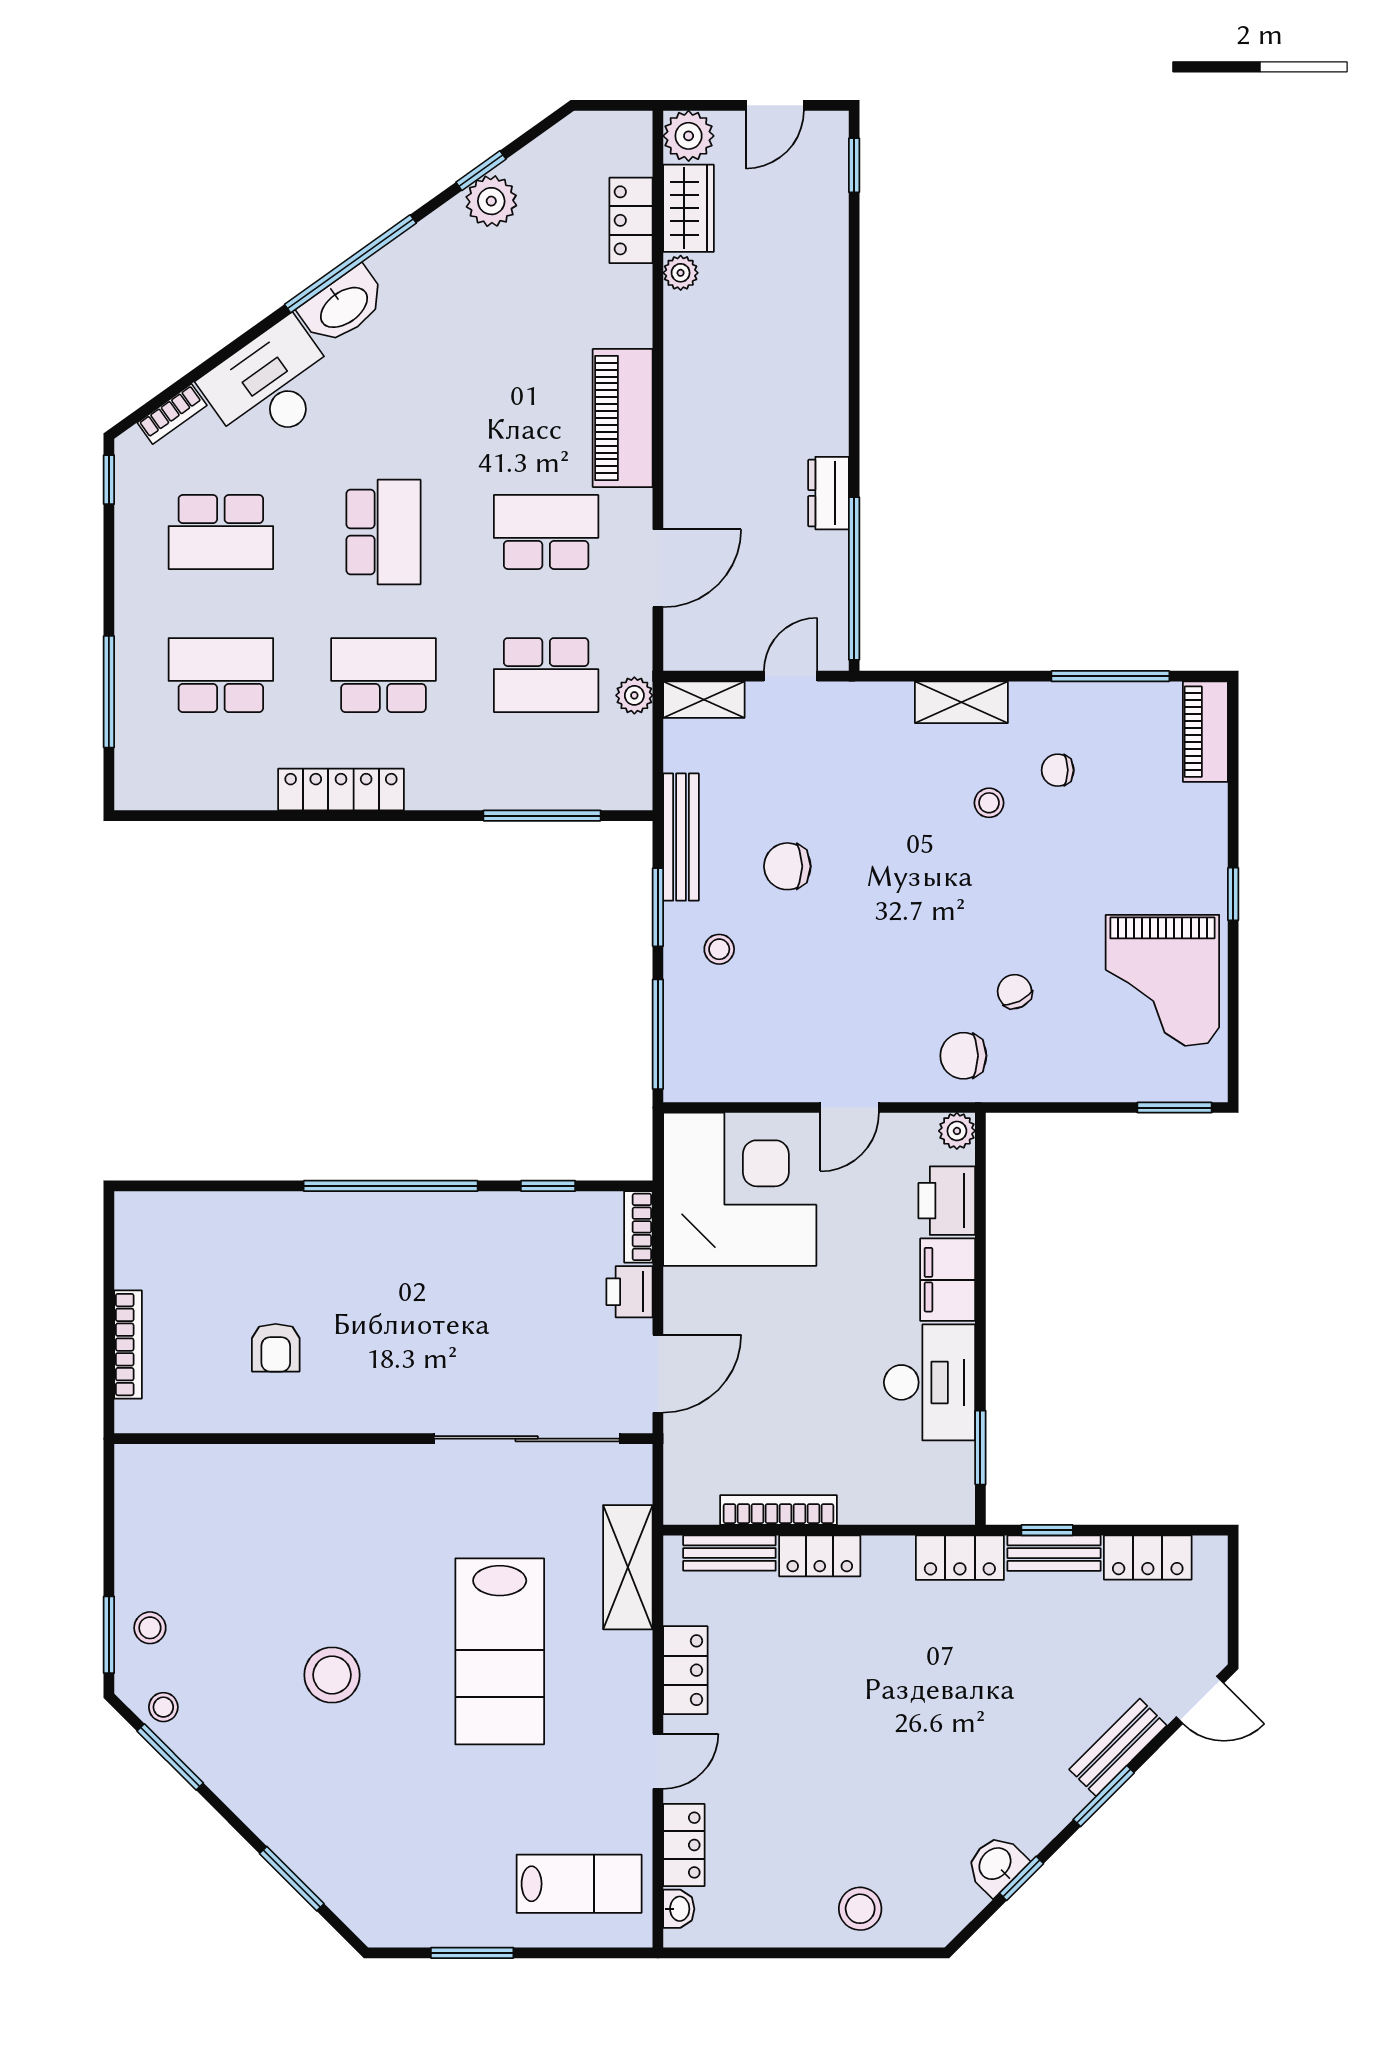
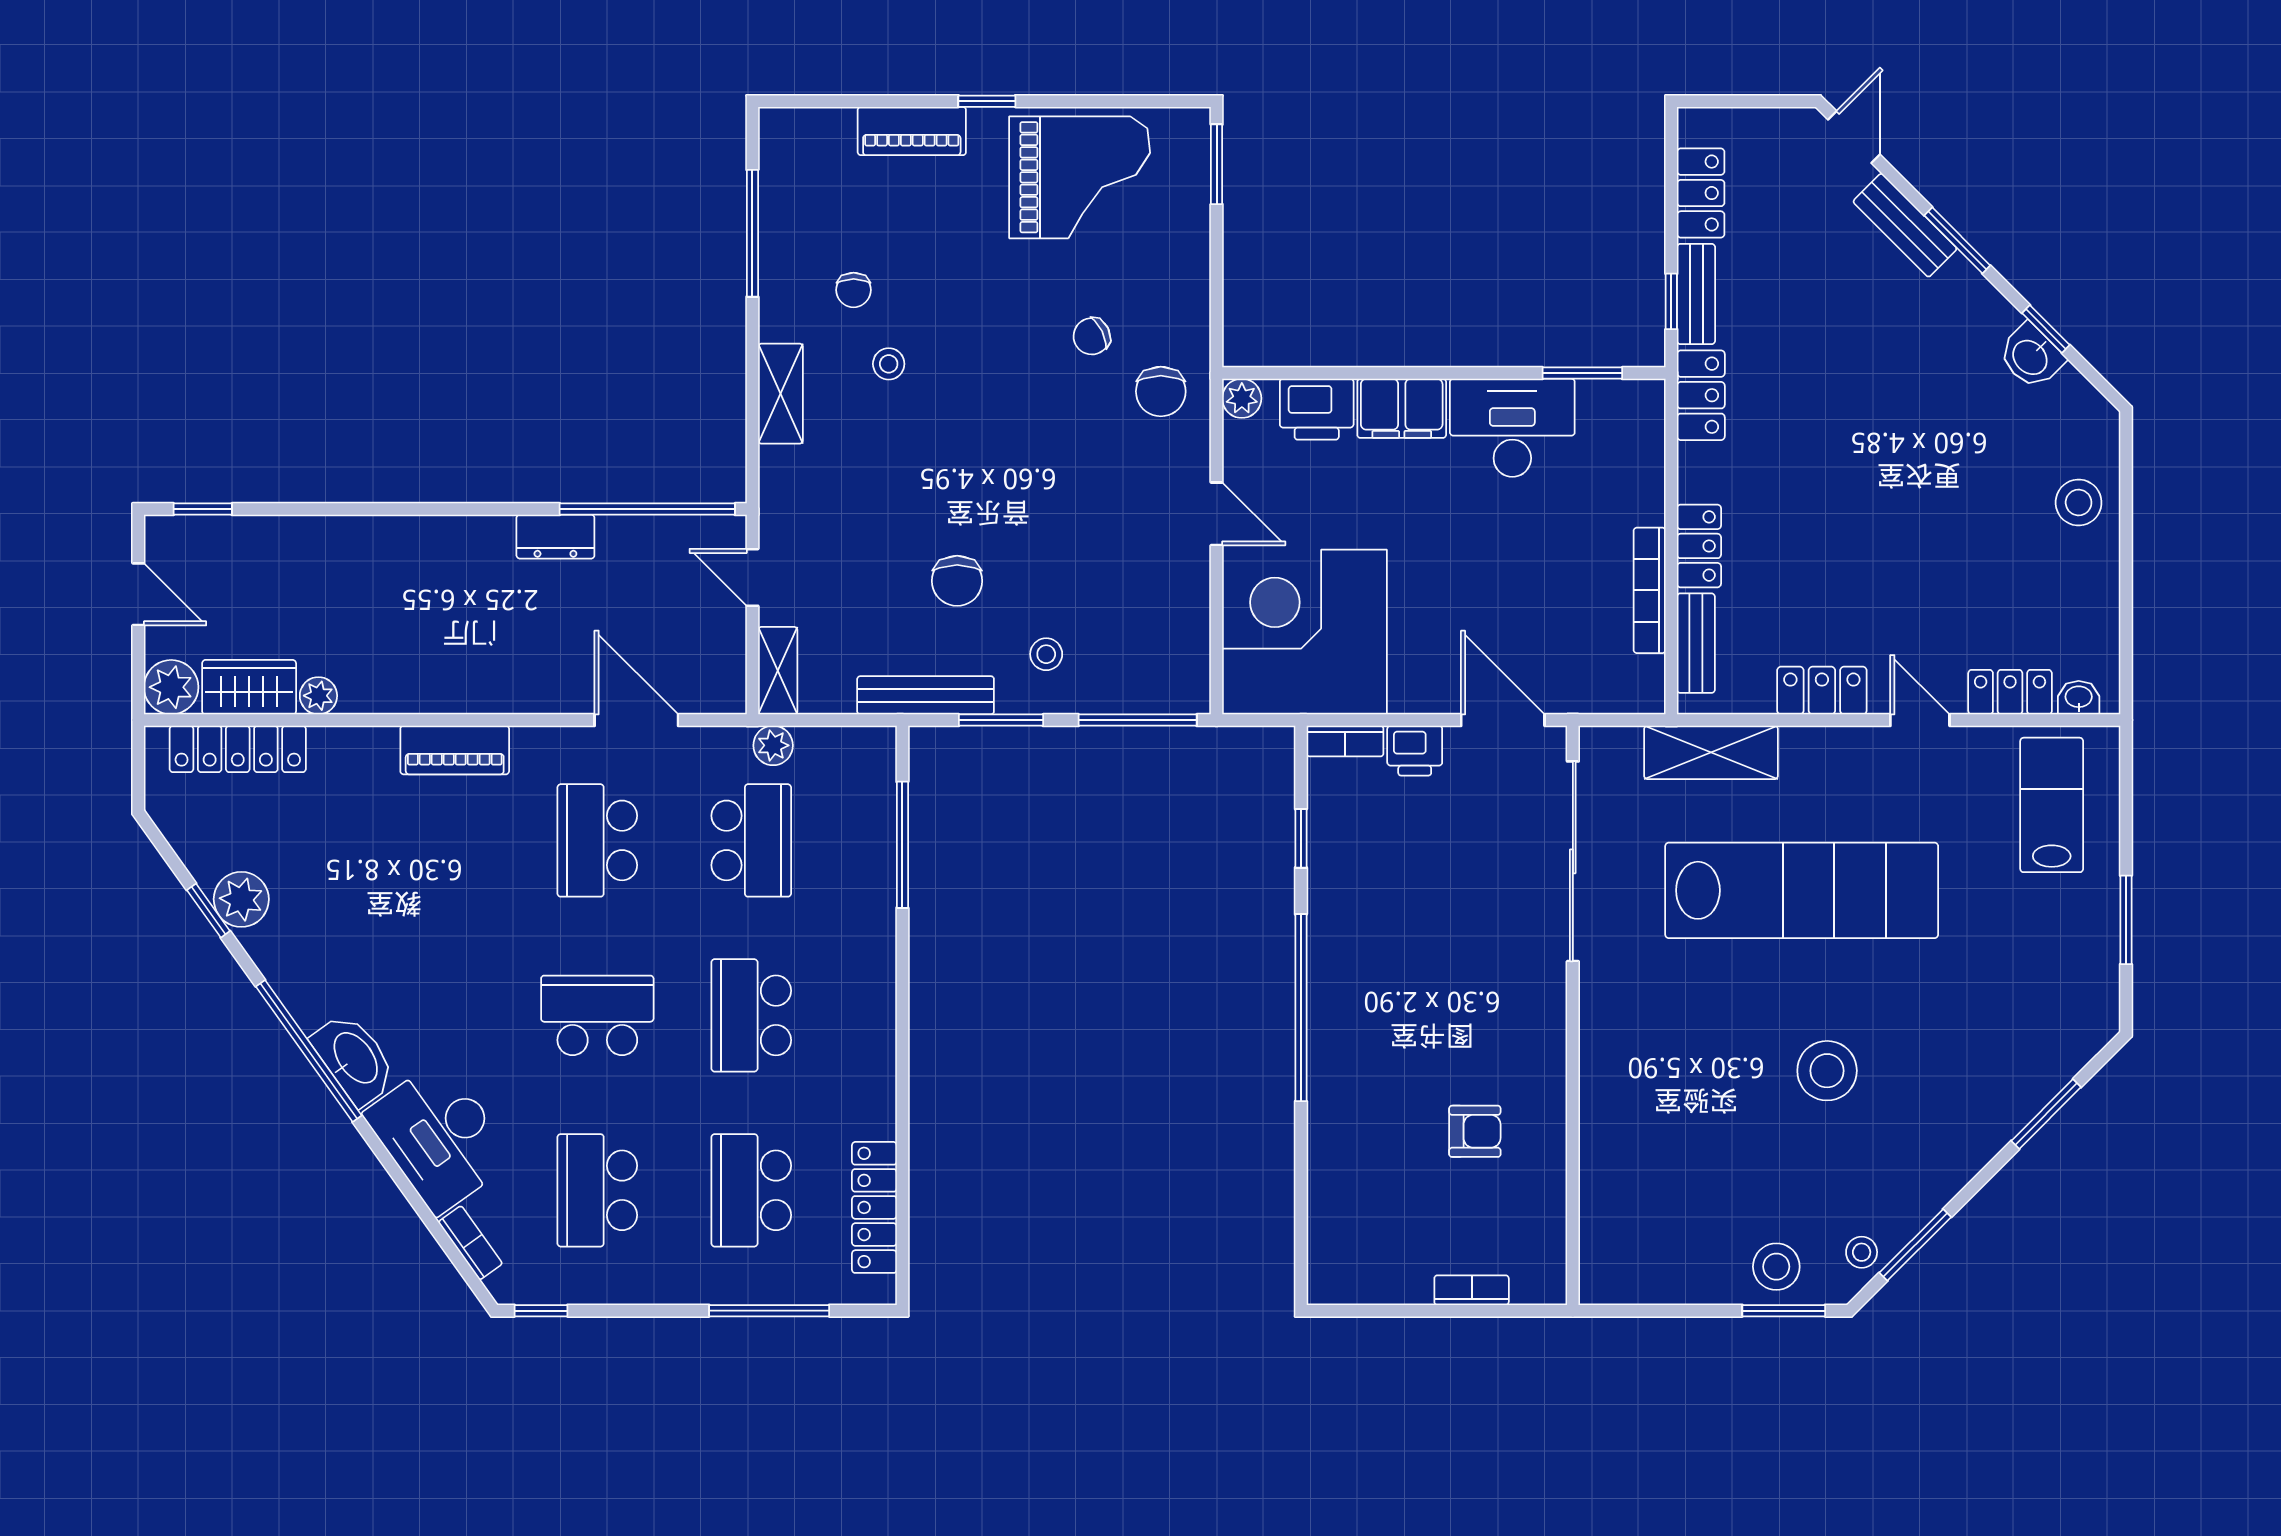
locker: (631, 220) -> (238, 749), width x1.53
piano: (623, 418) -> (455, 750), width x0.73, depth x0.75
school desk: (221, 532) -> (597, 1190), turned 180
piano: (1205, 732) -> (912, 131), moved
locker: (341, 790) -> (874, 1207), moved
bookcase: (128, 1345) -> (1472, 1290), width x0.64
stool: (150, 1628) -> (1776, 1267), width x1.37, depth x1.37
lab bench: (500, 1651) -> (1802, 890), width x1.36

